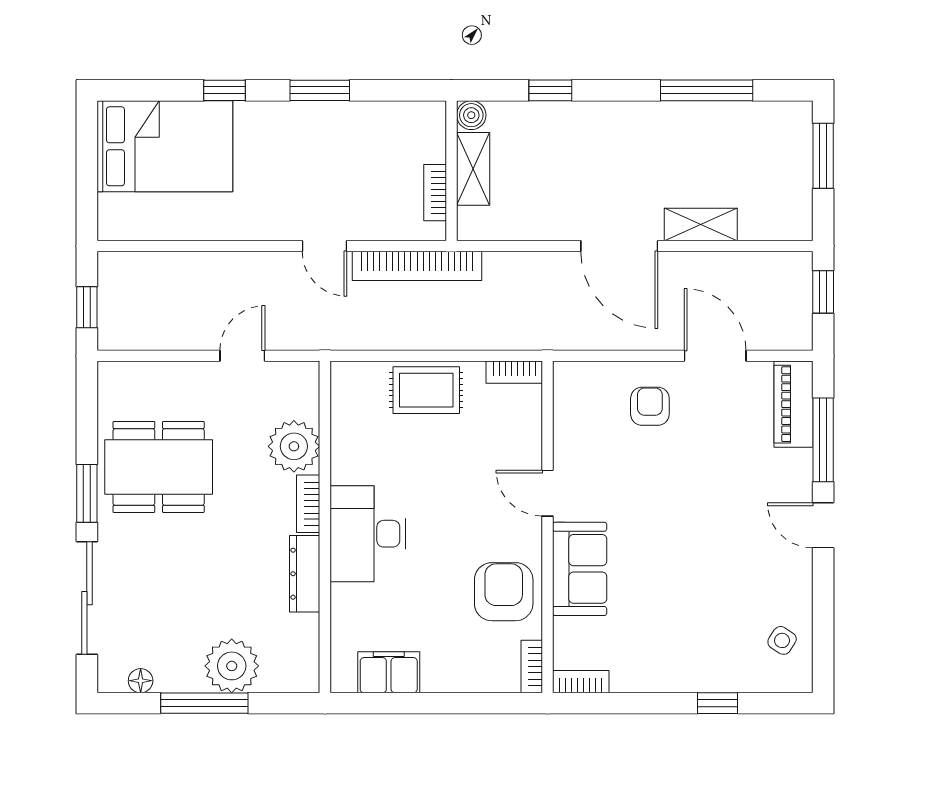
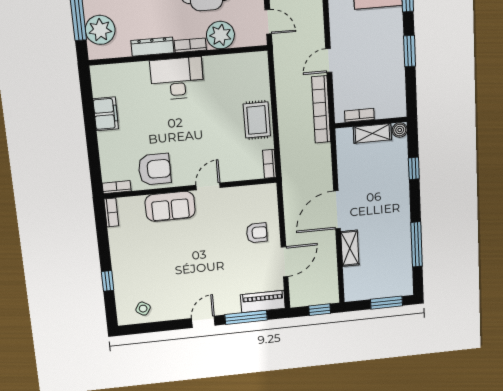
plant: (294, 446) -> (220, 35), moved
bookcase: (308, 504) -> (190, 45), moved
wall: (325, 527) -> (179, 55), moved
desk: (368, 534) -> (177, 78), moved
dresser: (305, 574) -> (152, 47), moved

